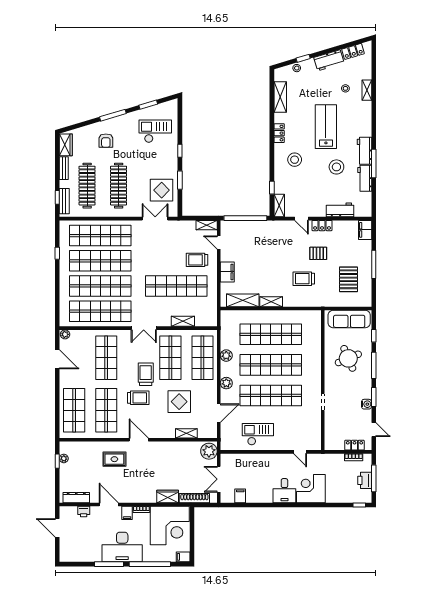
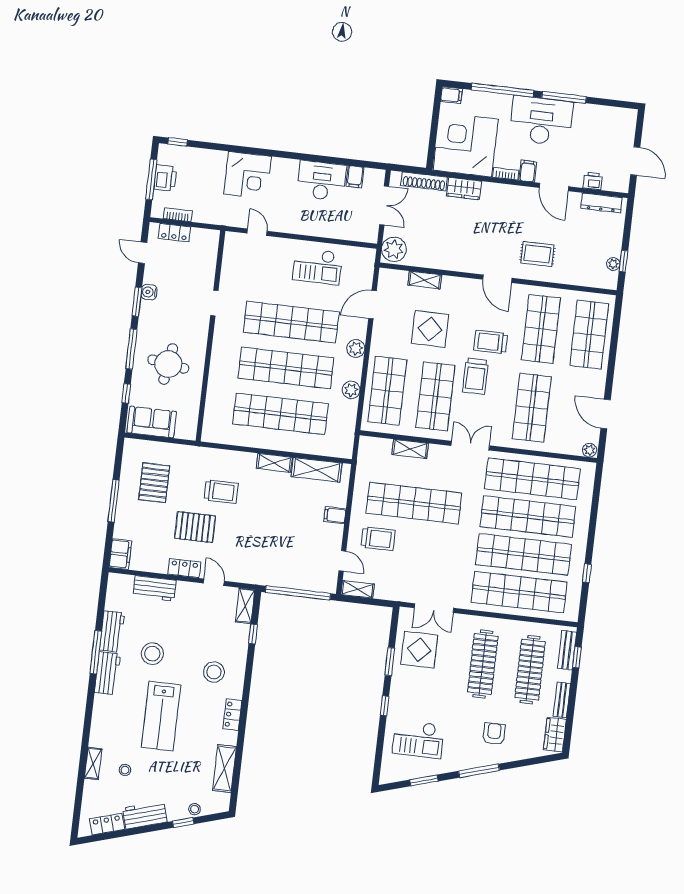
pallet: (318, 253) -> (195, 527), width x1.50, depth x1.42
filing cabinet: (227, 272) -> (335, 515), width x0.50
sofa: (349, 319) -> (152, 422), width x0.73
round table: (348, 358) -> (168, 364), turned 32
desk: (284, 491) -> (322, 181), moved, width x1.37

